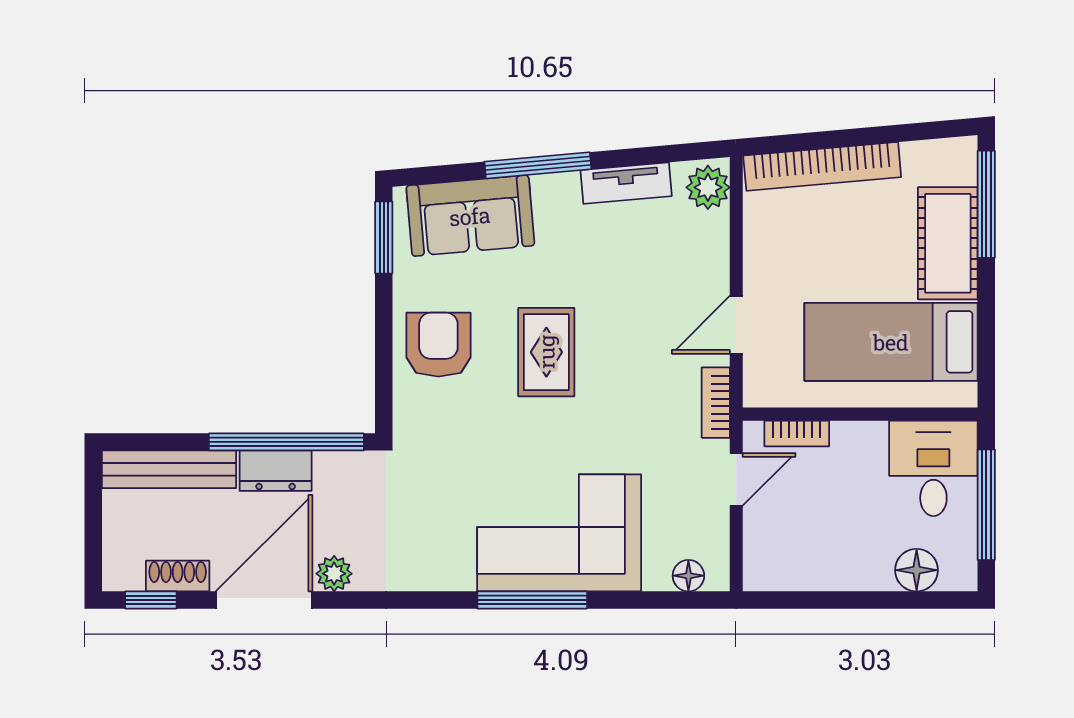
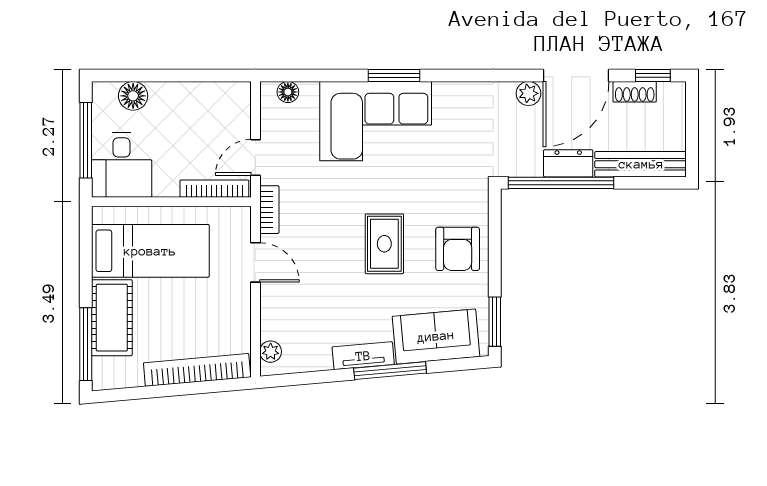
tv unit: (626, 183) -> (363, 356), moved
plant: (708, 187) -> (271, 352), width x0.73, depth x0.73
door: (736, 325) -> (255, 262), hinge flipped
bookcase: (797, 433) -> (214, 189), width x1.56
window: (532, 600) -> (394, 75), width x0.69

